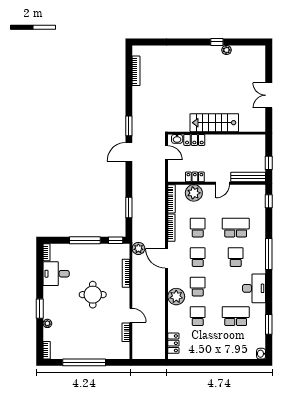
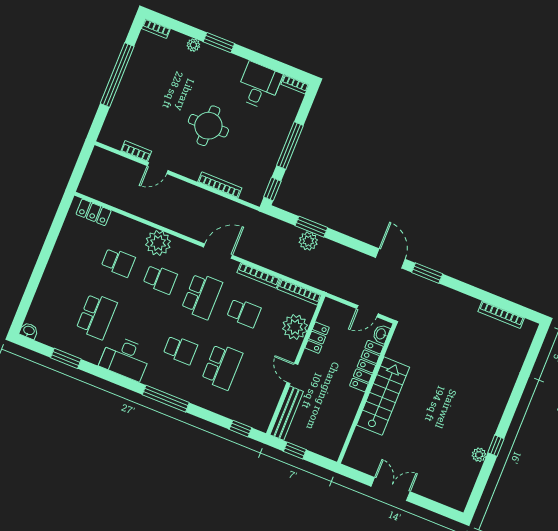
locker: (194, 140) -> (366, 366), width x1.53
plant: (138, 248) -> (308, 241), moved
school desk: (198, 257) -> (202, 296), width x1.85

